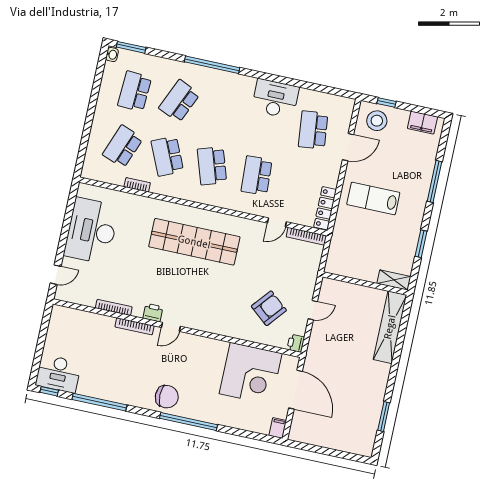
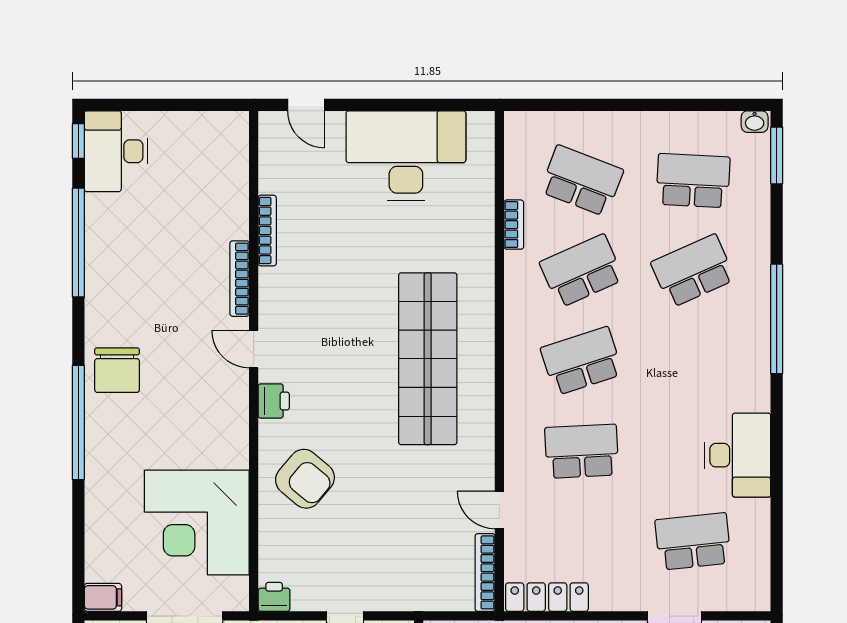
school desk: (179, 101) -> (693, 271), turned -48
armchair: (269, 308) -> (305, 479), moved
printer: (153, 313) -> (274, 401), moved

